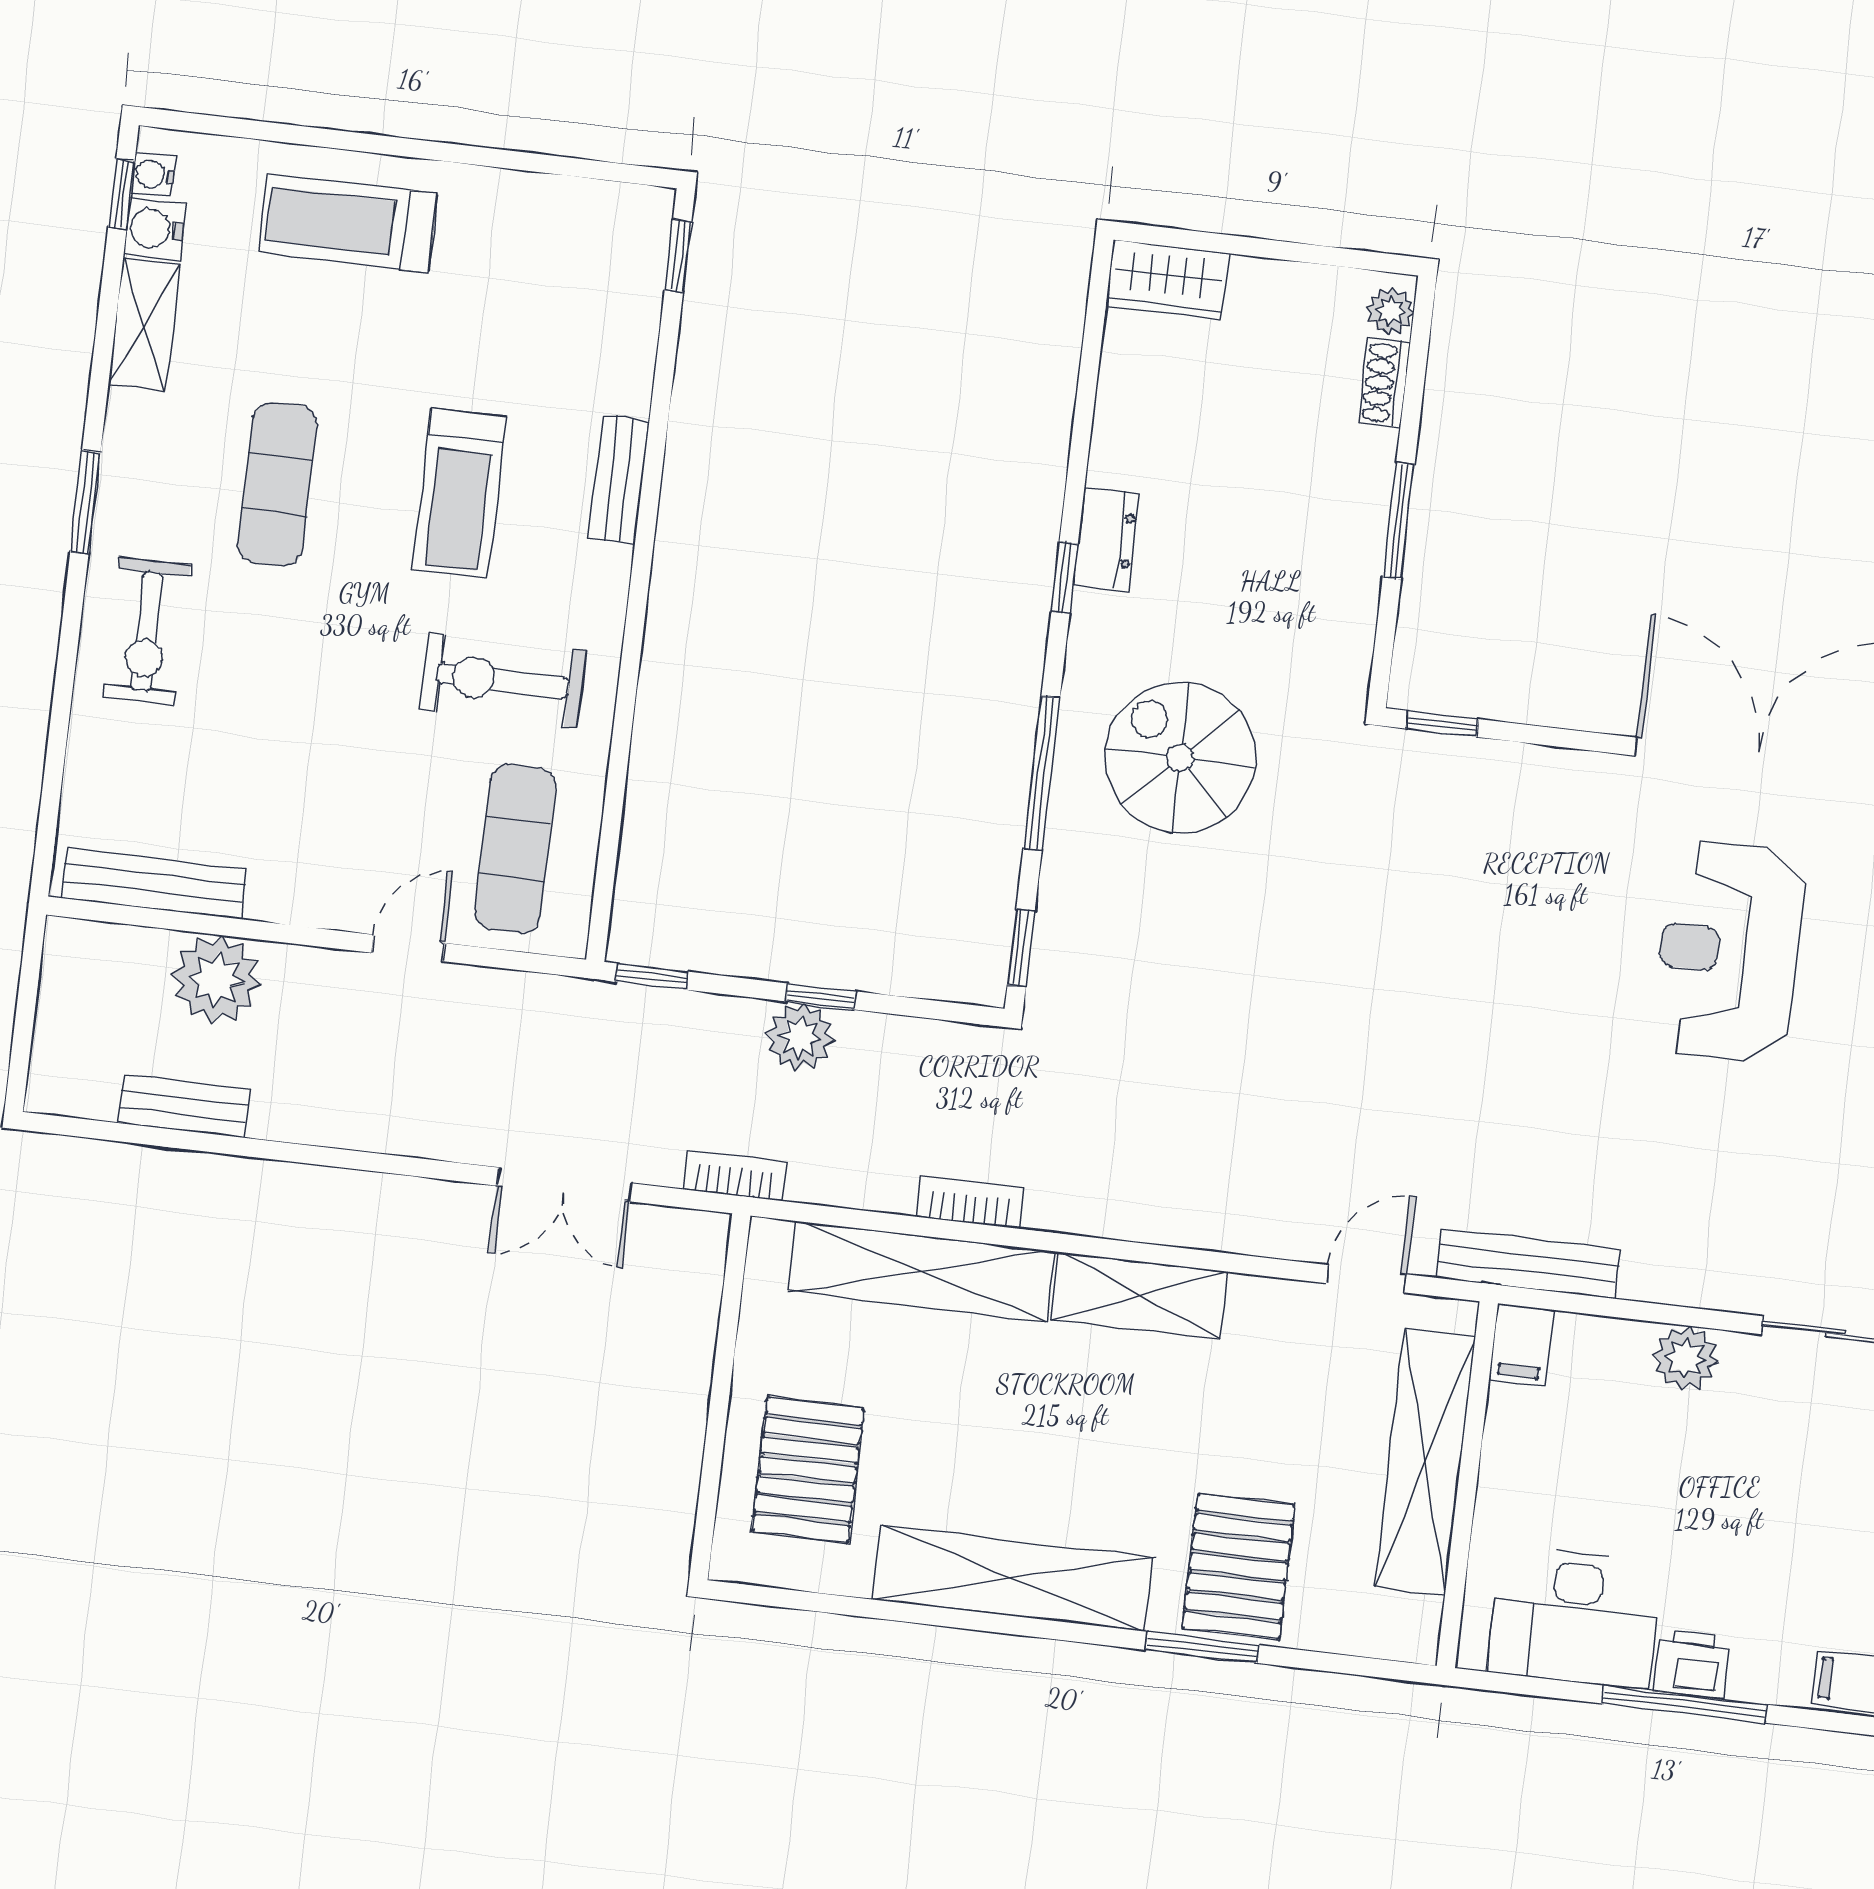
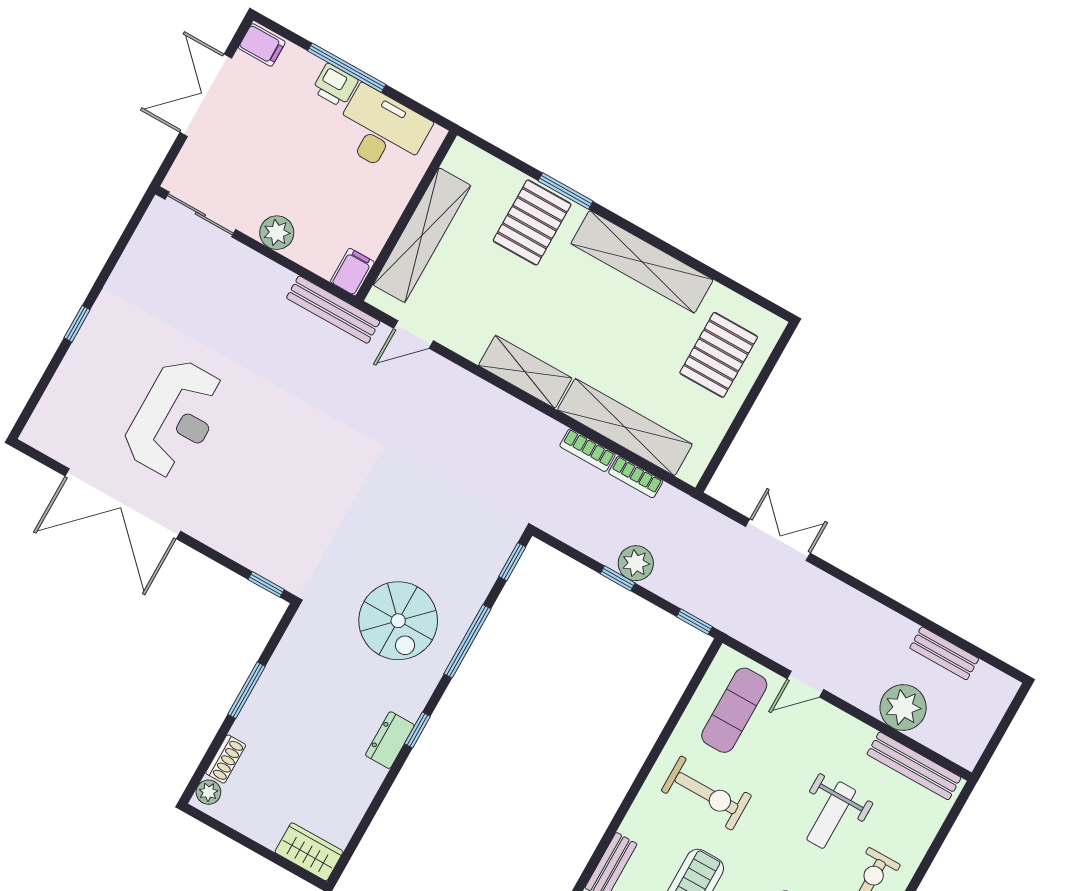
weight bench: (264, 734) -> (831, 815), added
bookcase: (735, 1175) -> (636, 477), moved

